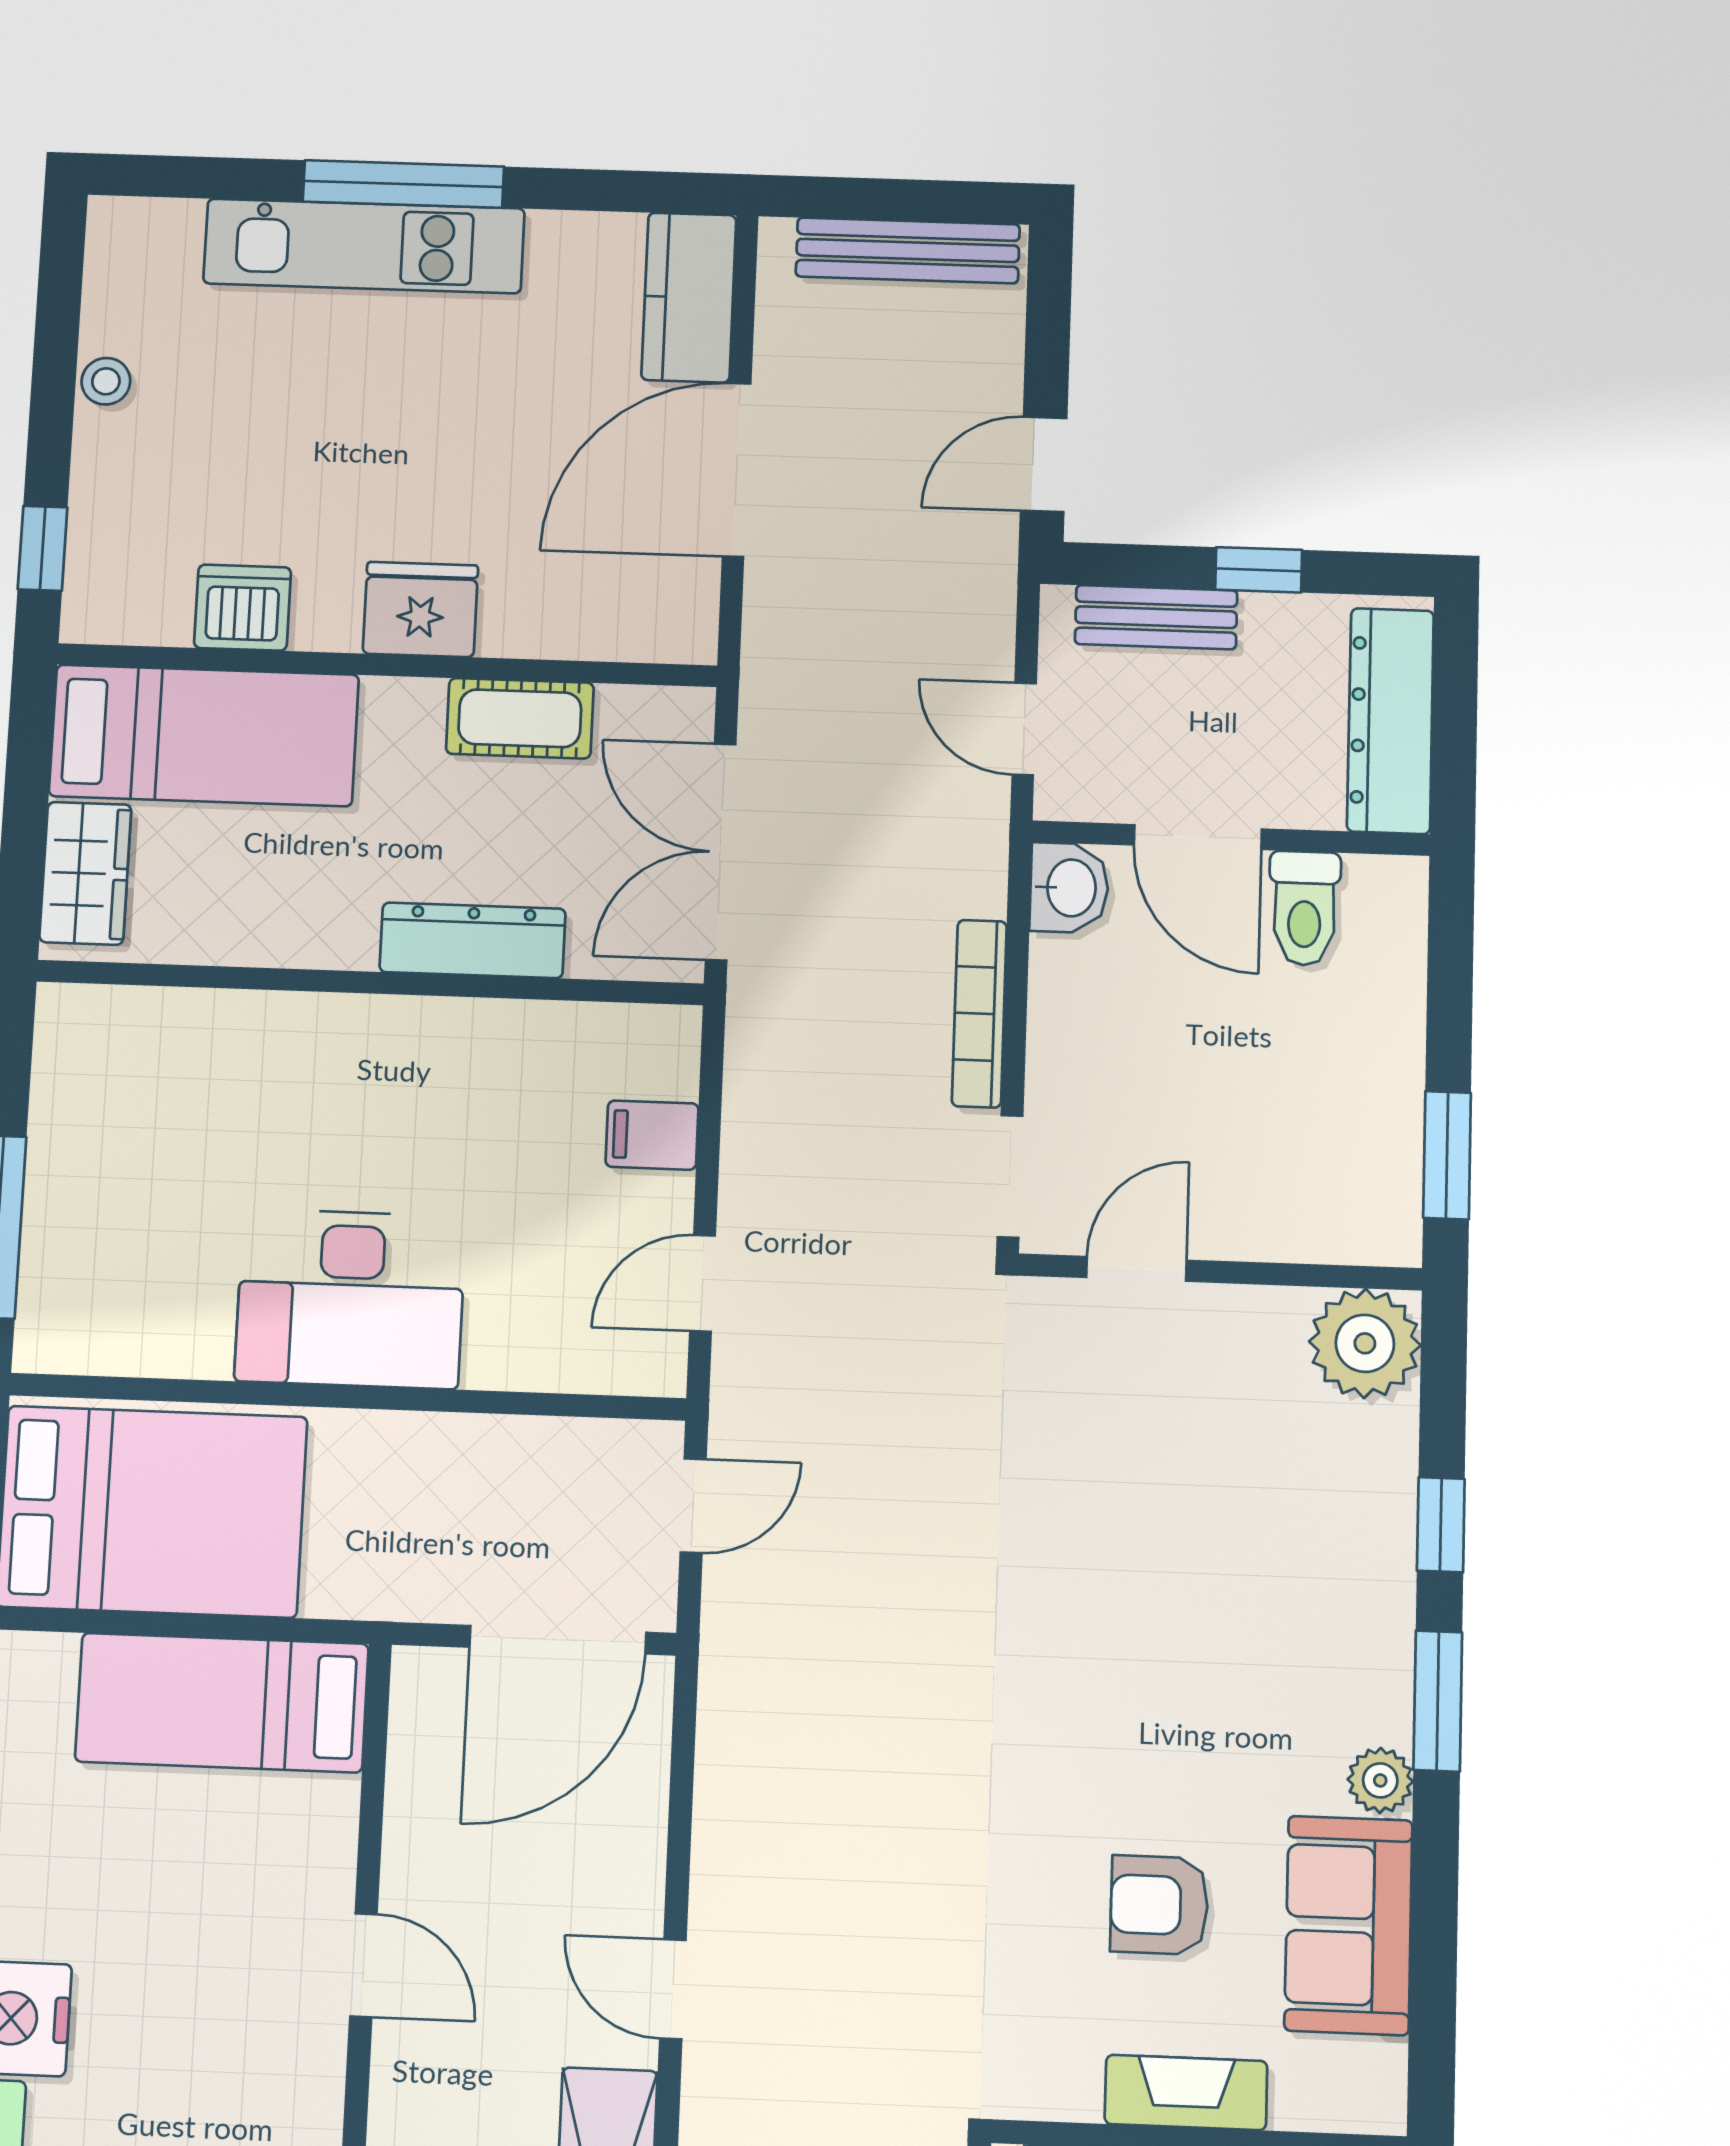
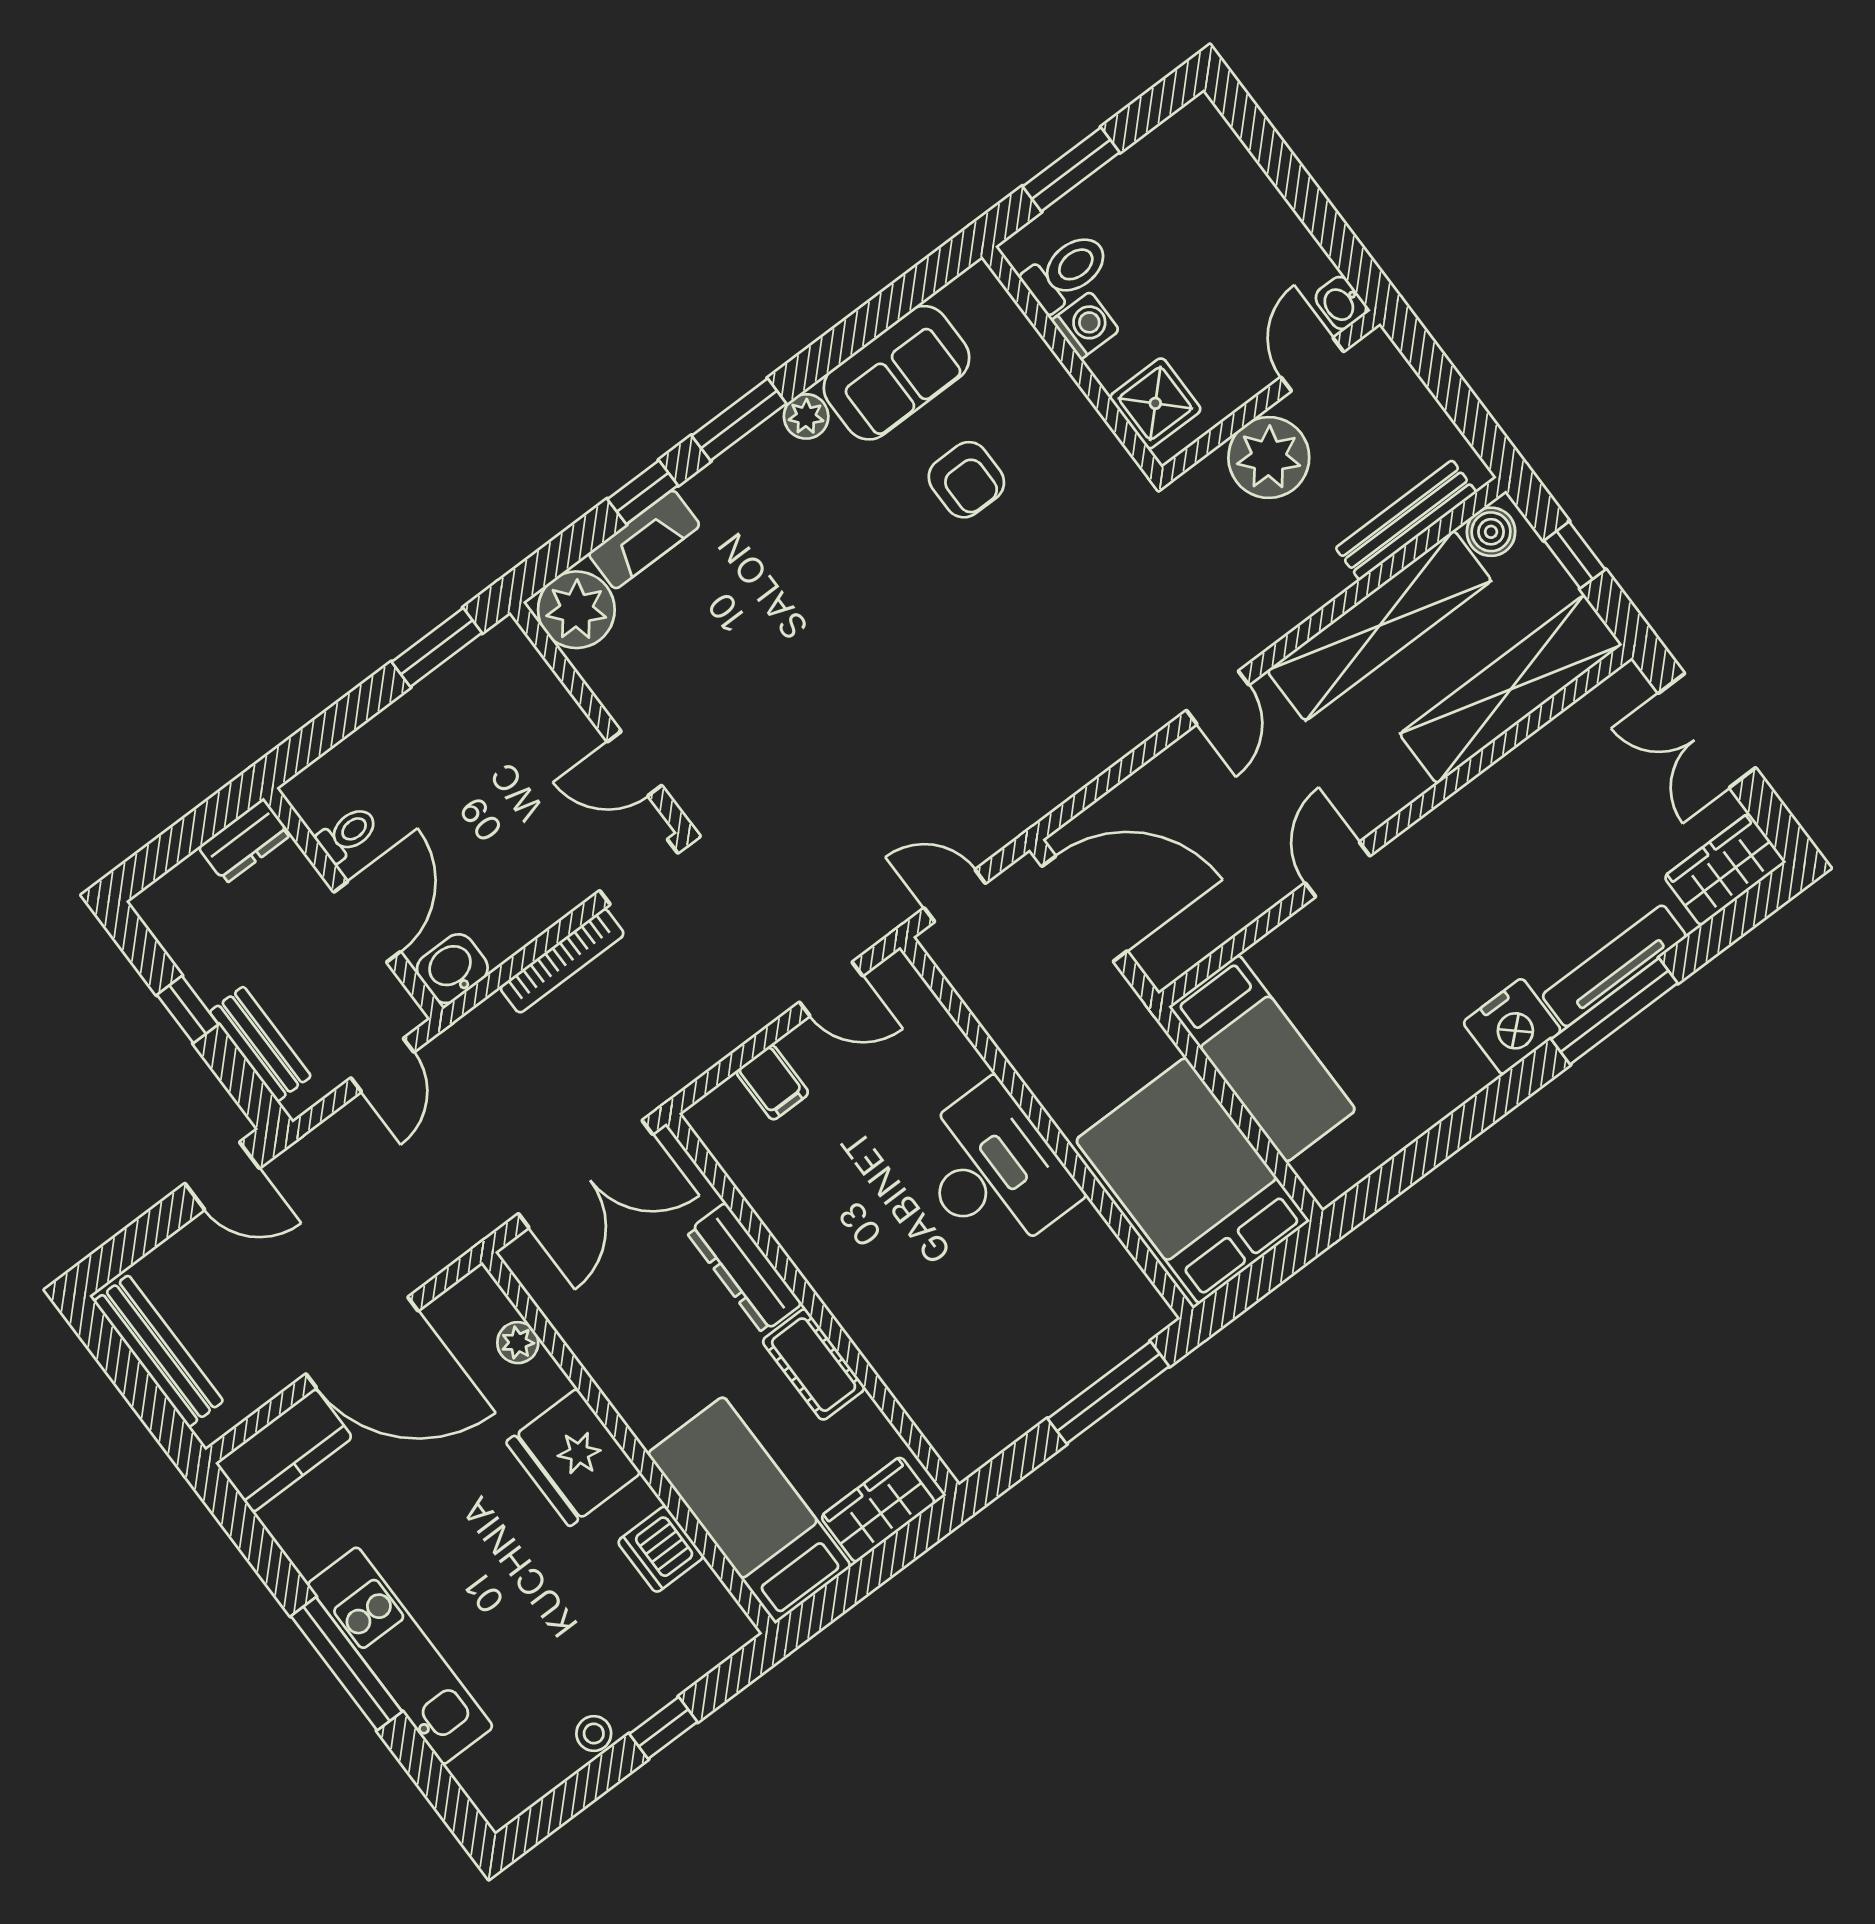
window: (43, 548) -> (663, 1728), moved
fridge: (420, 609) -> (573, 1457), width x1.36, depth x1.34
plant: (597, 634) -> (518, 1343), added
cot: (520, 718) -> (814, 1365), moved
dresser: (1390, 721) -> (245, 841), width x0.51, depth x0.80
toilet: (1304, 908) -> (347, 834), width x0.73, depth x0.72
fireplace: (1186, 2092) -> (644, 540), moved, turned -90

